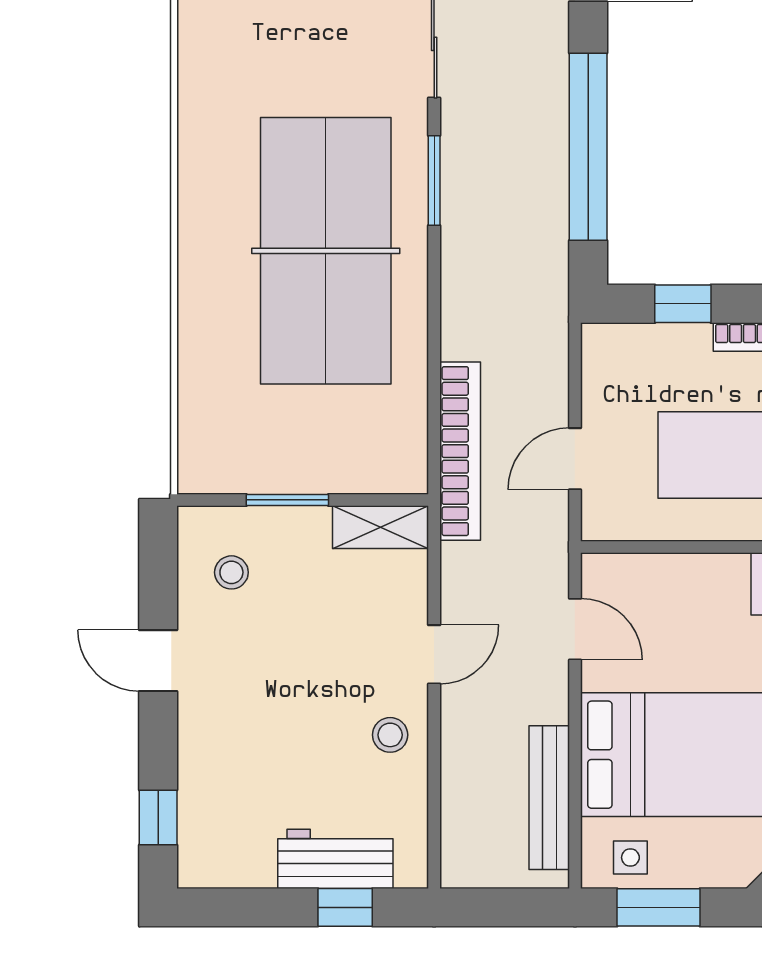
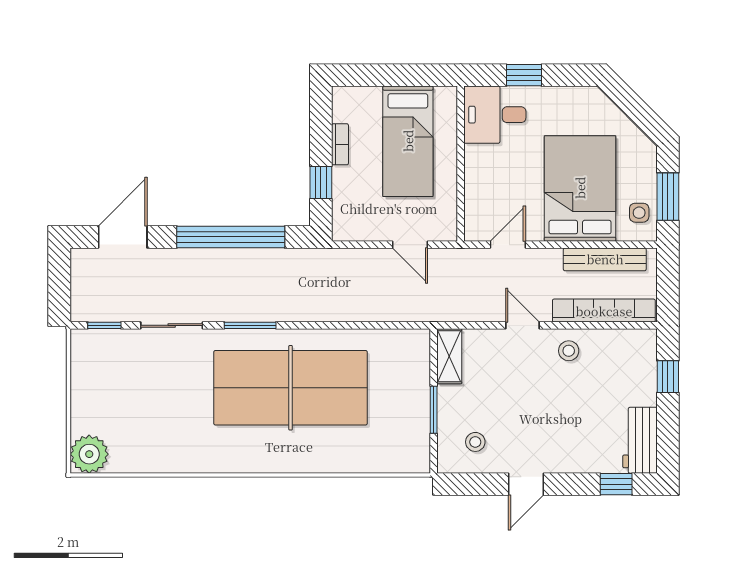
bookcase: (460, 451) -> (604, 311), moved
workbench: (335, 859) -> (640, 440), moved

